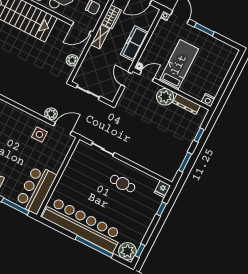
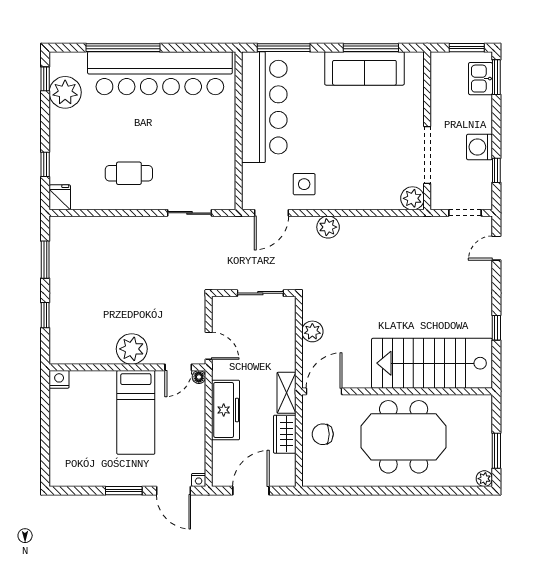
dresser: (187, 104) -> (91, 355), removed
plant: (51, 114) -> (328, 227), moved
bar counter: (36, 189) -> (264, 107), width x1.36
plant: (127, 251) -> (65, 92), moved

